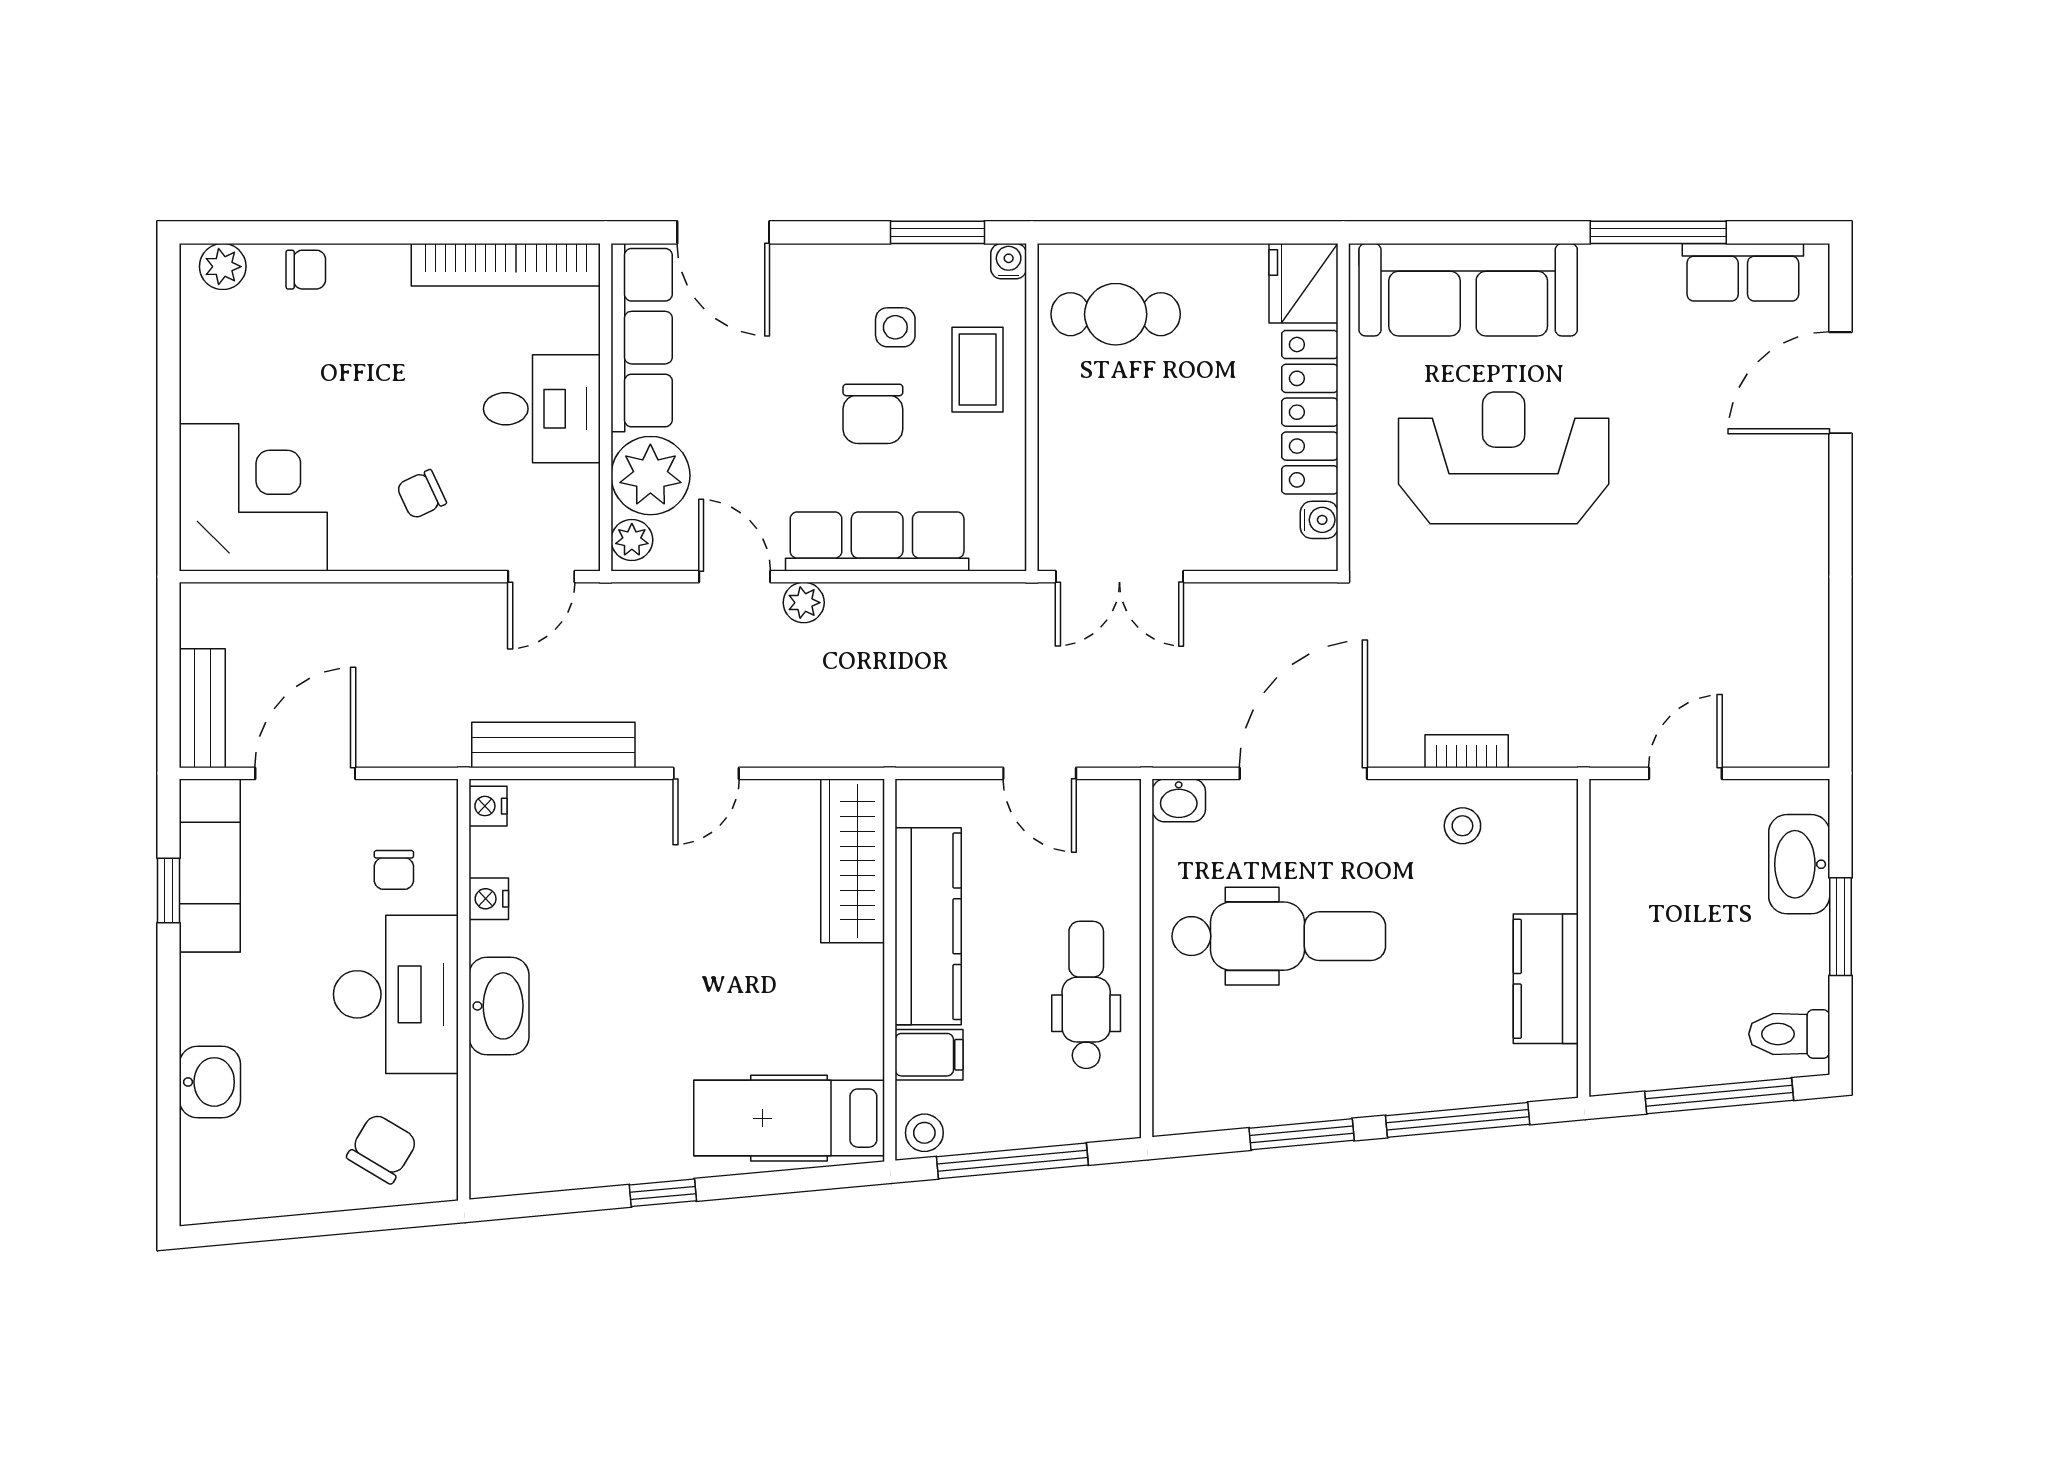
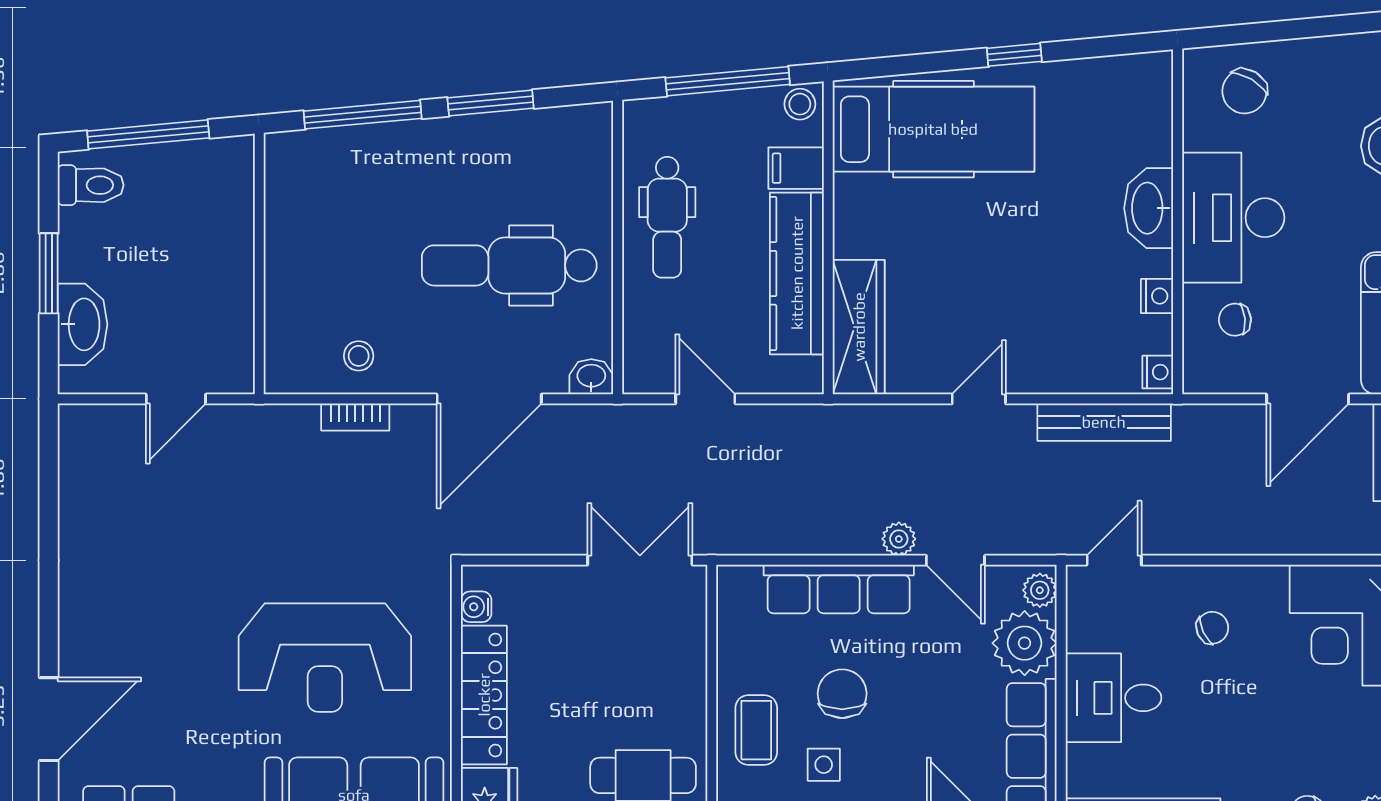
chair: (394, 870) -> (1235, 320), turned -95
kitchen counter: (1546, 979) -> (290, 230), removed
hospital bed: (789, 1118) -> (933, 129), width x1.37, depth x1.29

